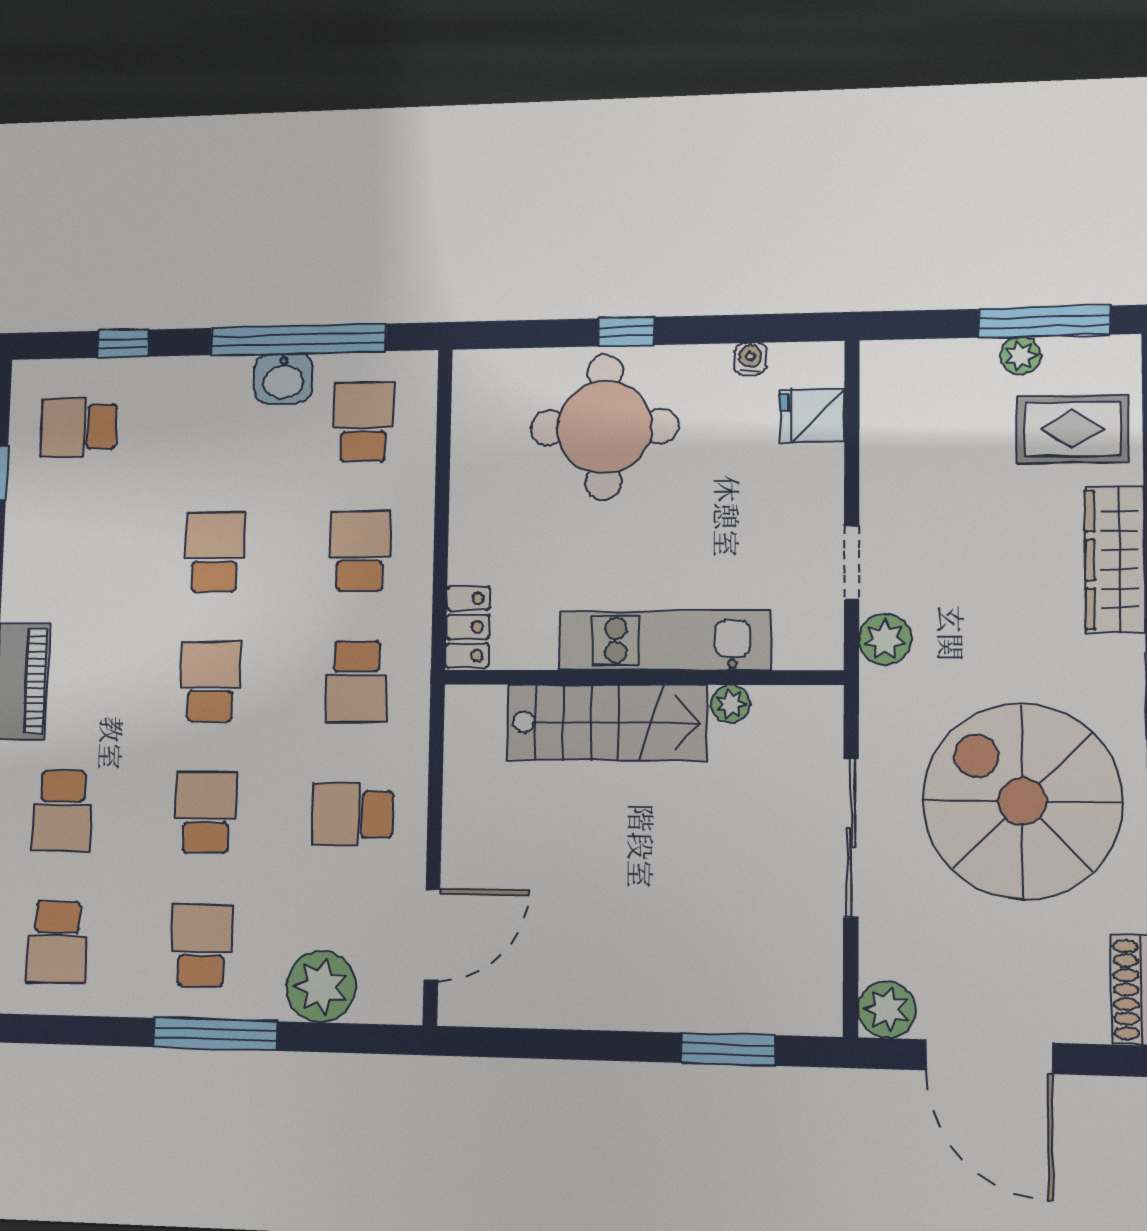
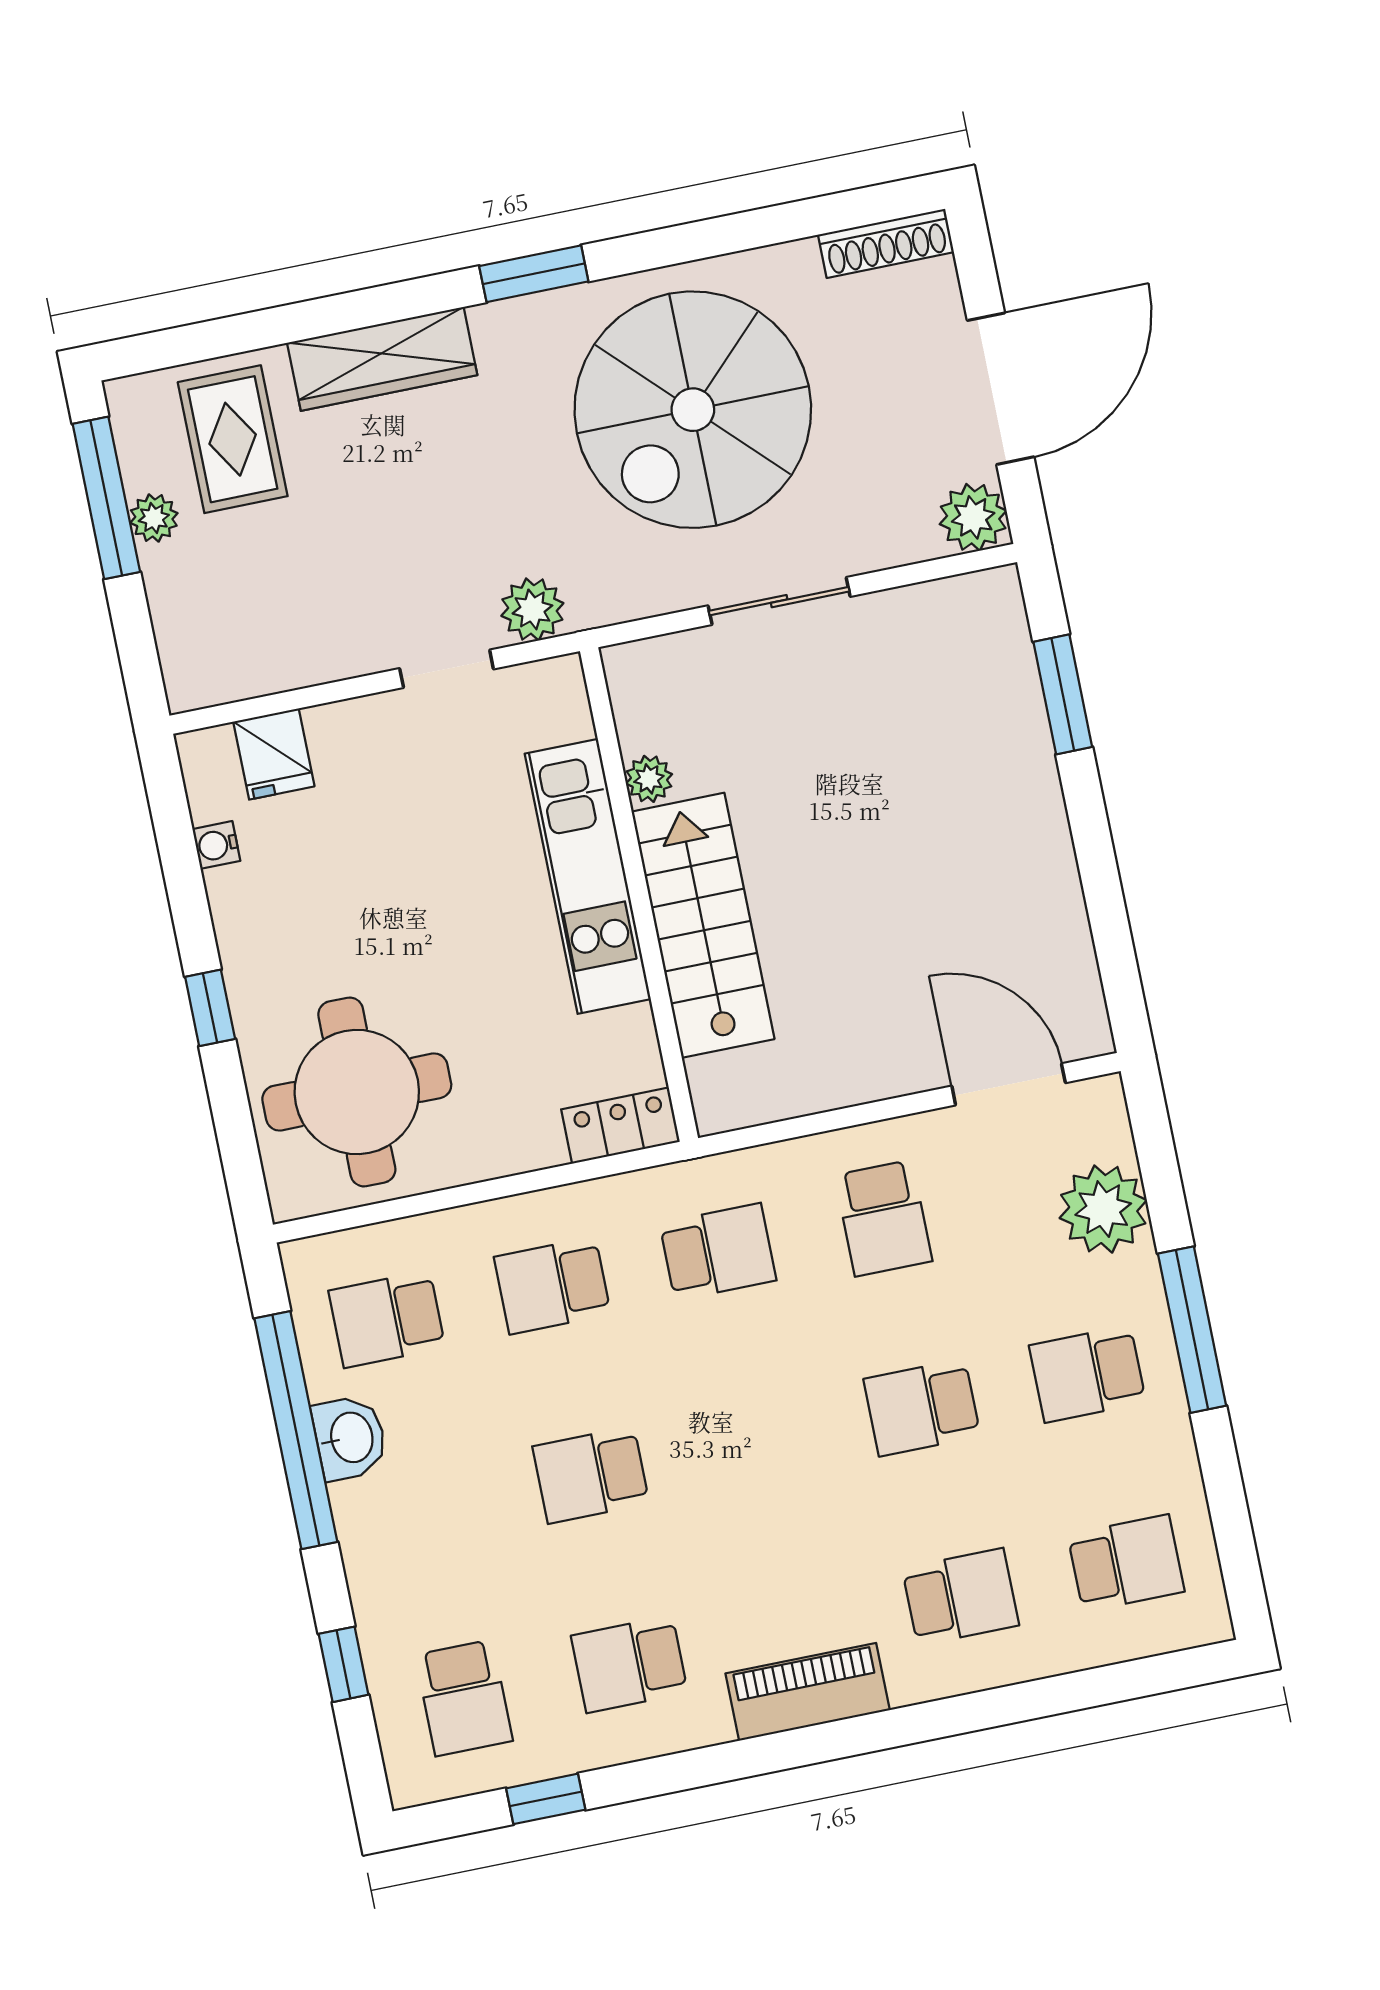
round table: (604, 427) -> (357, 1092), moved
school desk: (210, 681) -> (629, 1664), moved
sliding door: (851, 837) -> (779, 601), width x0.73

